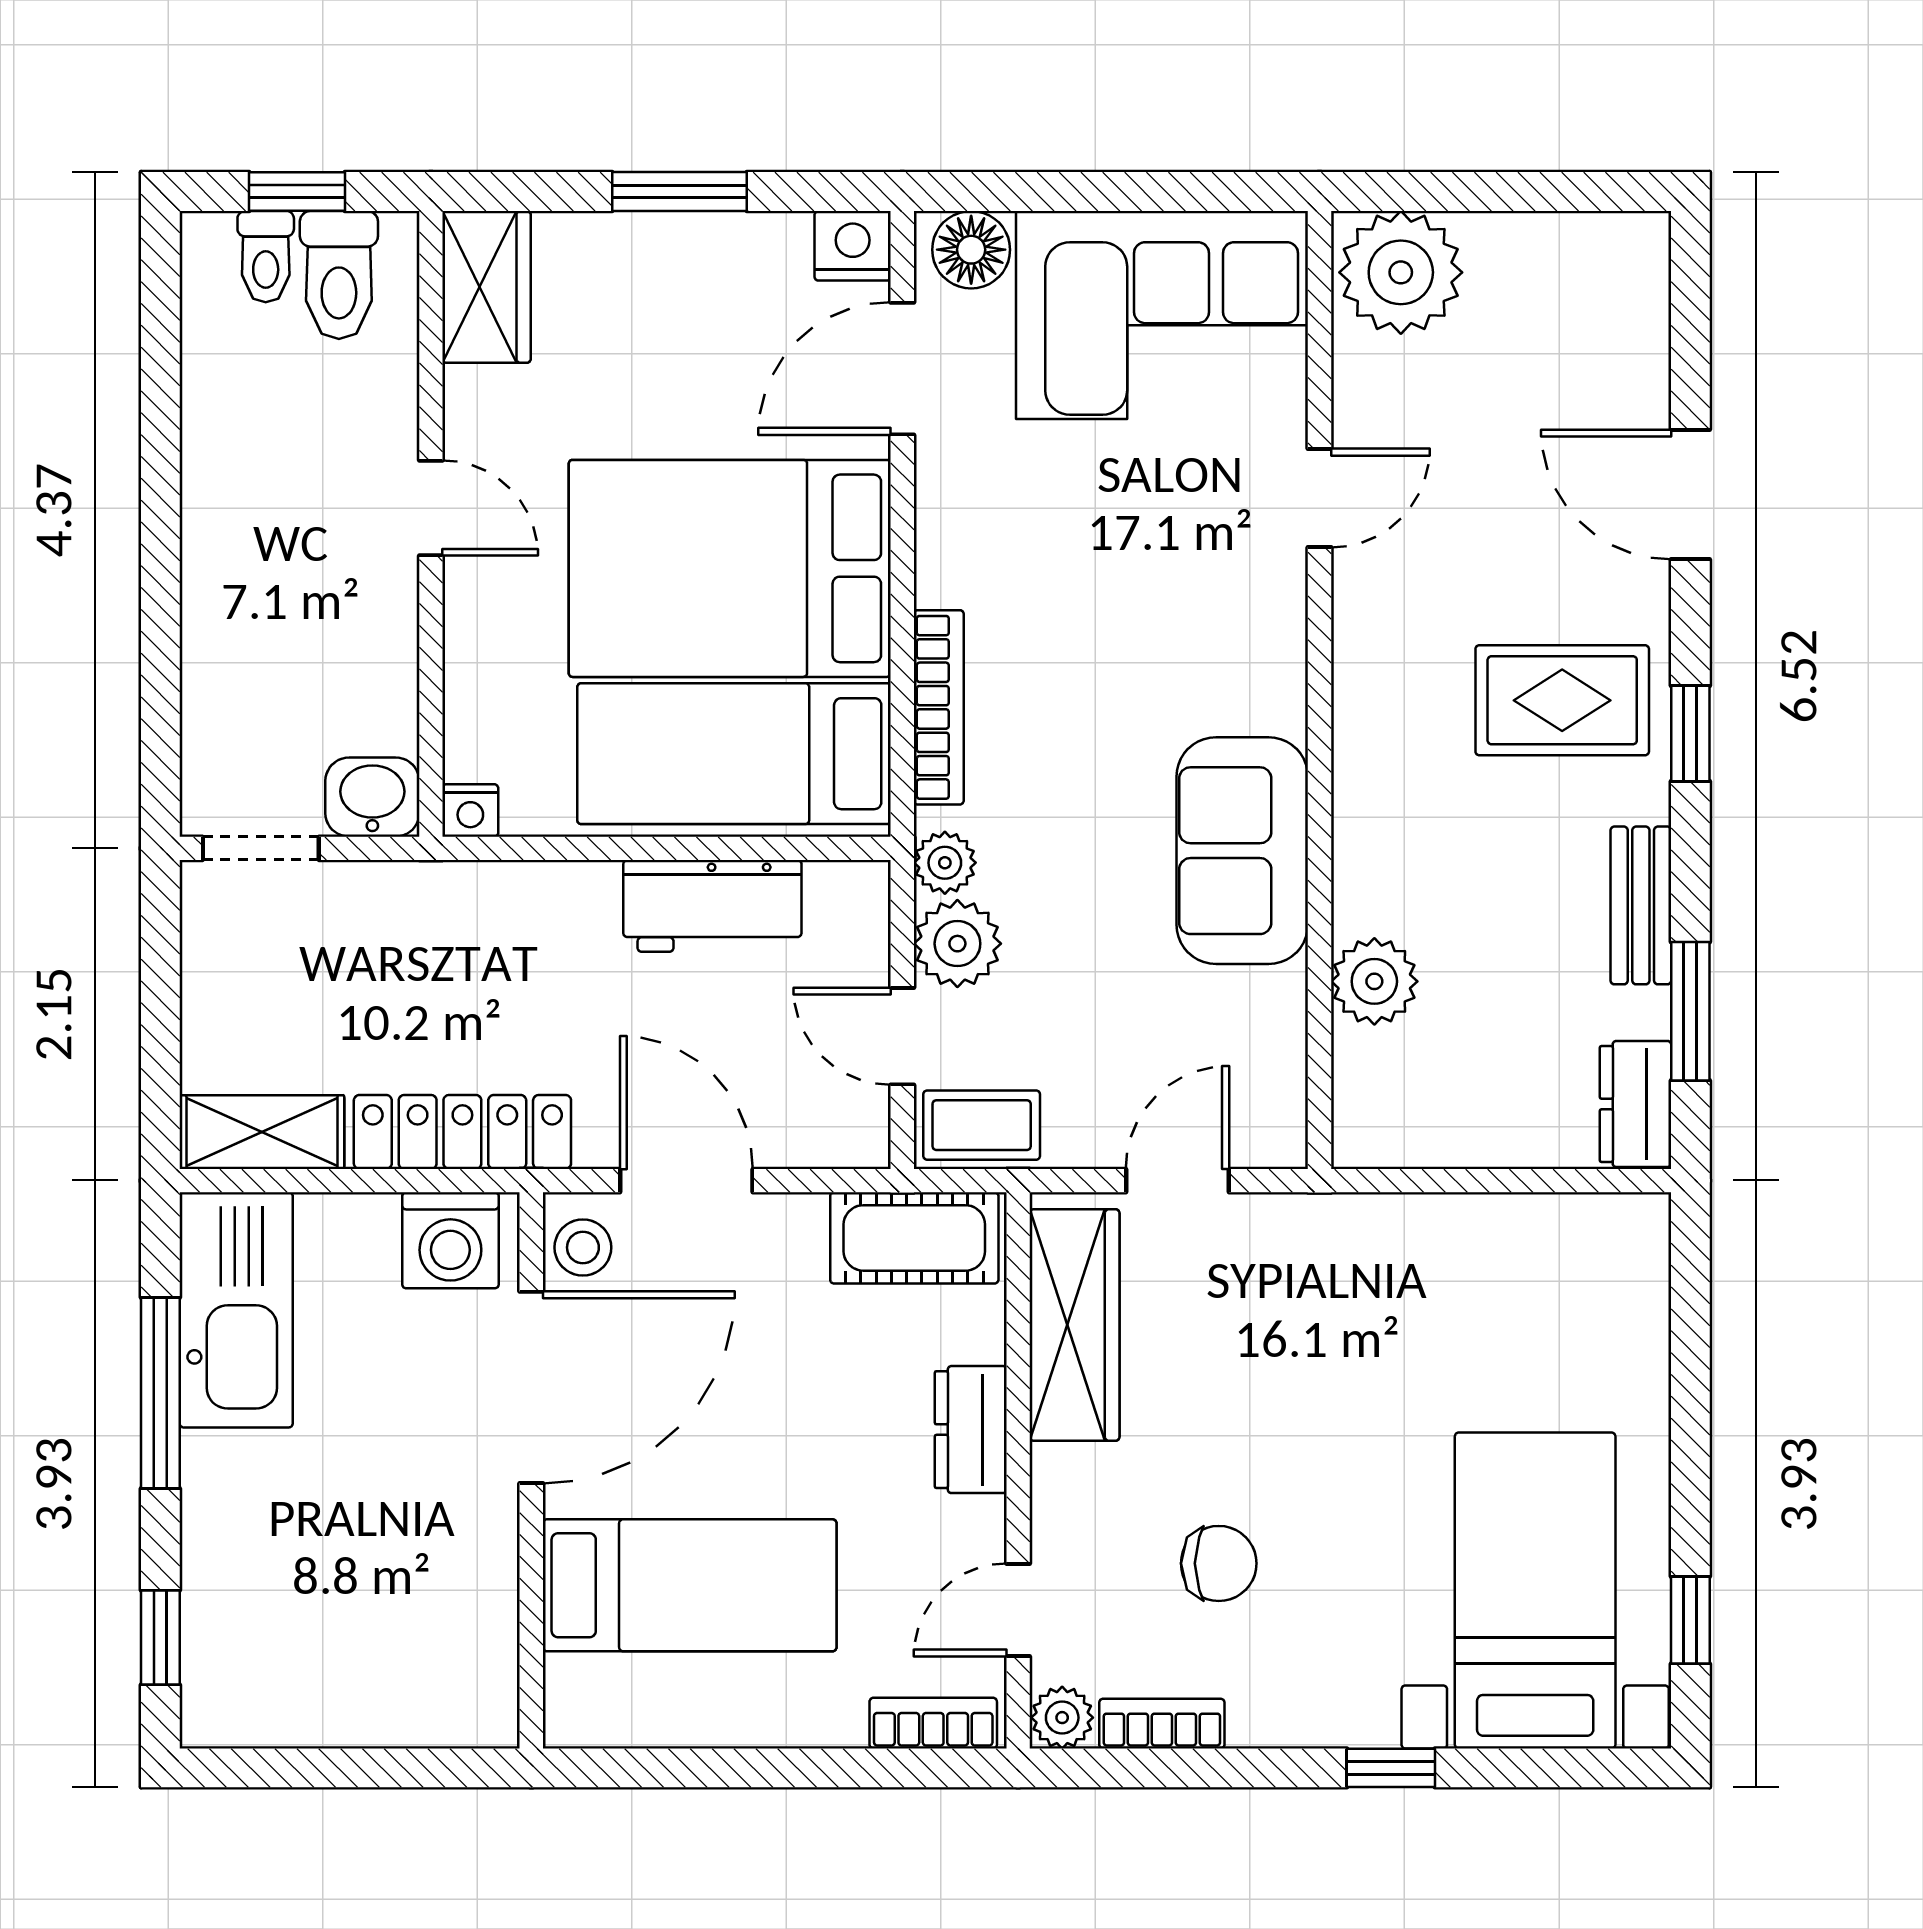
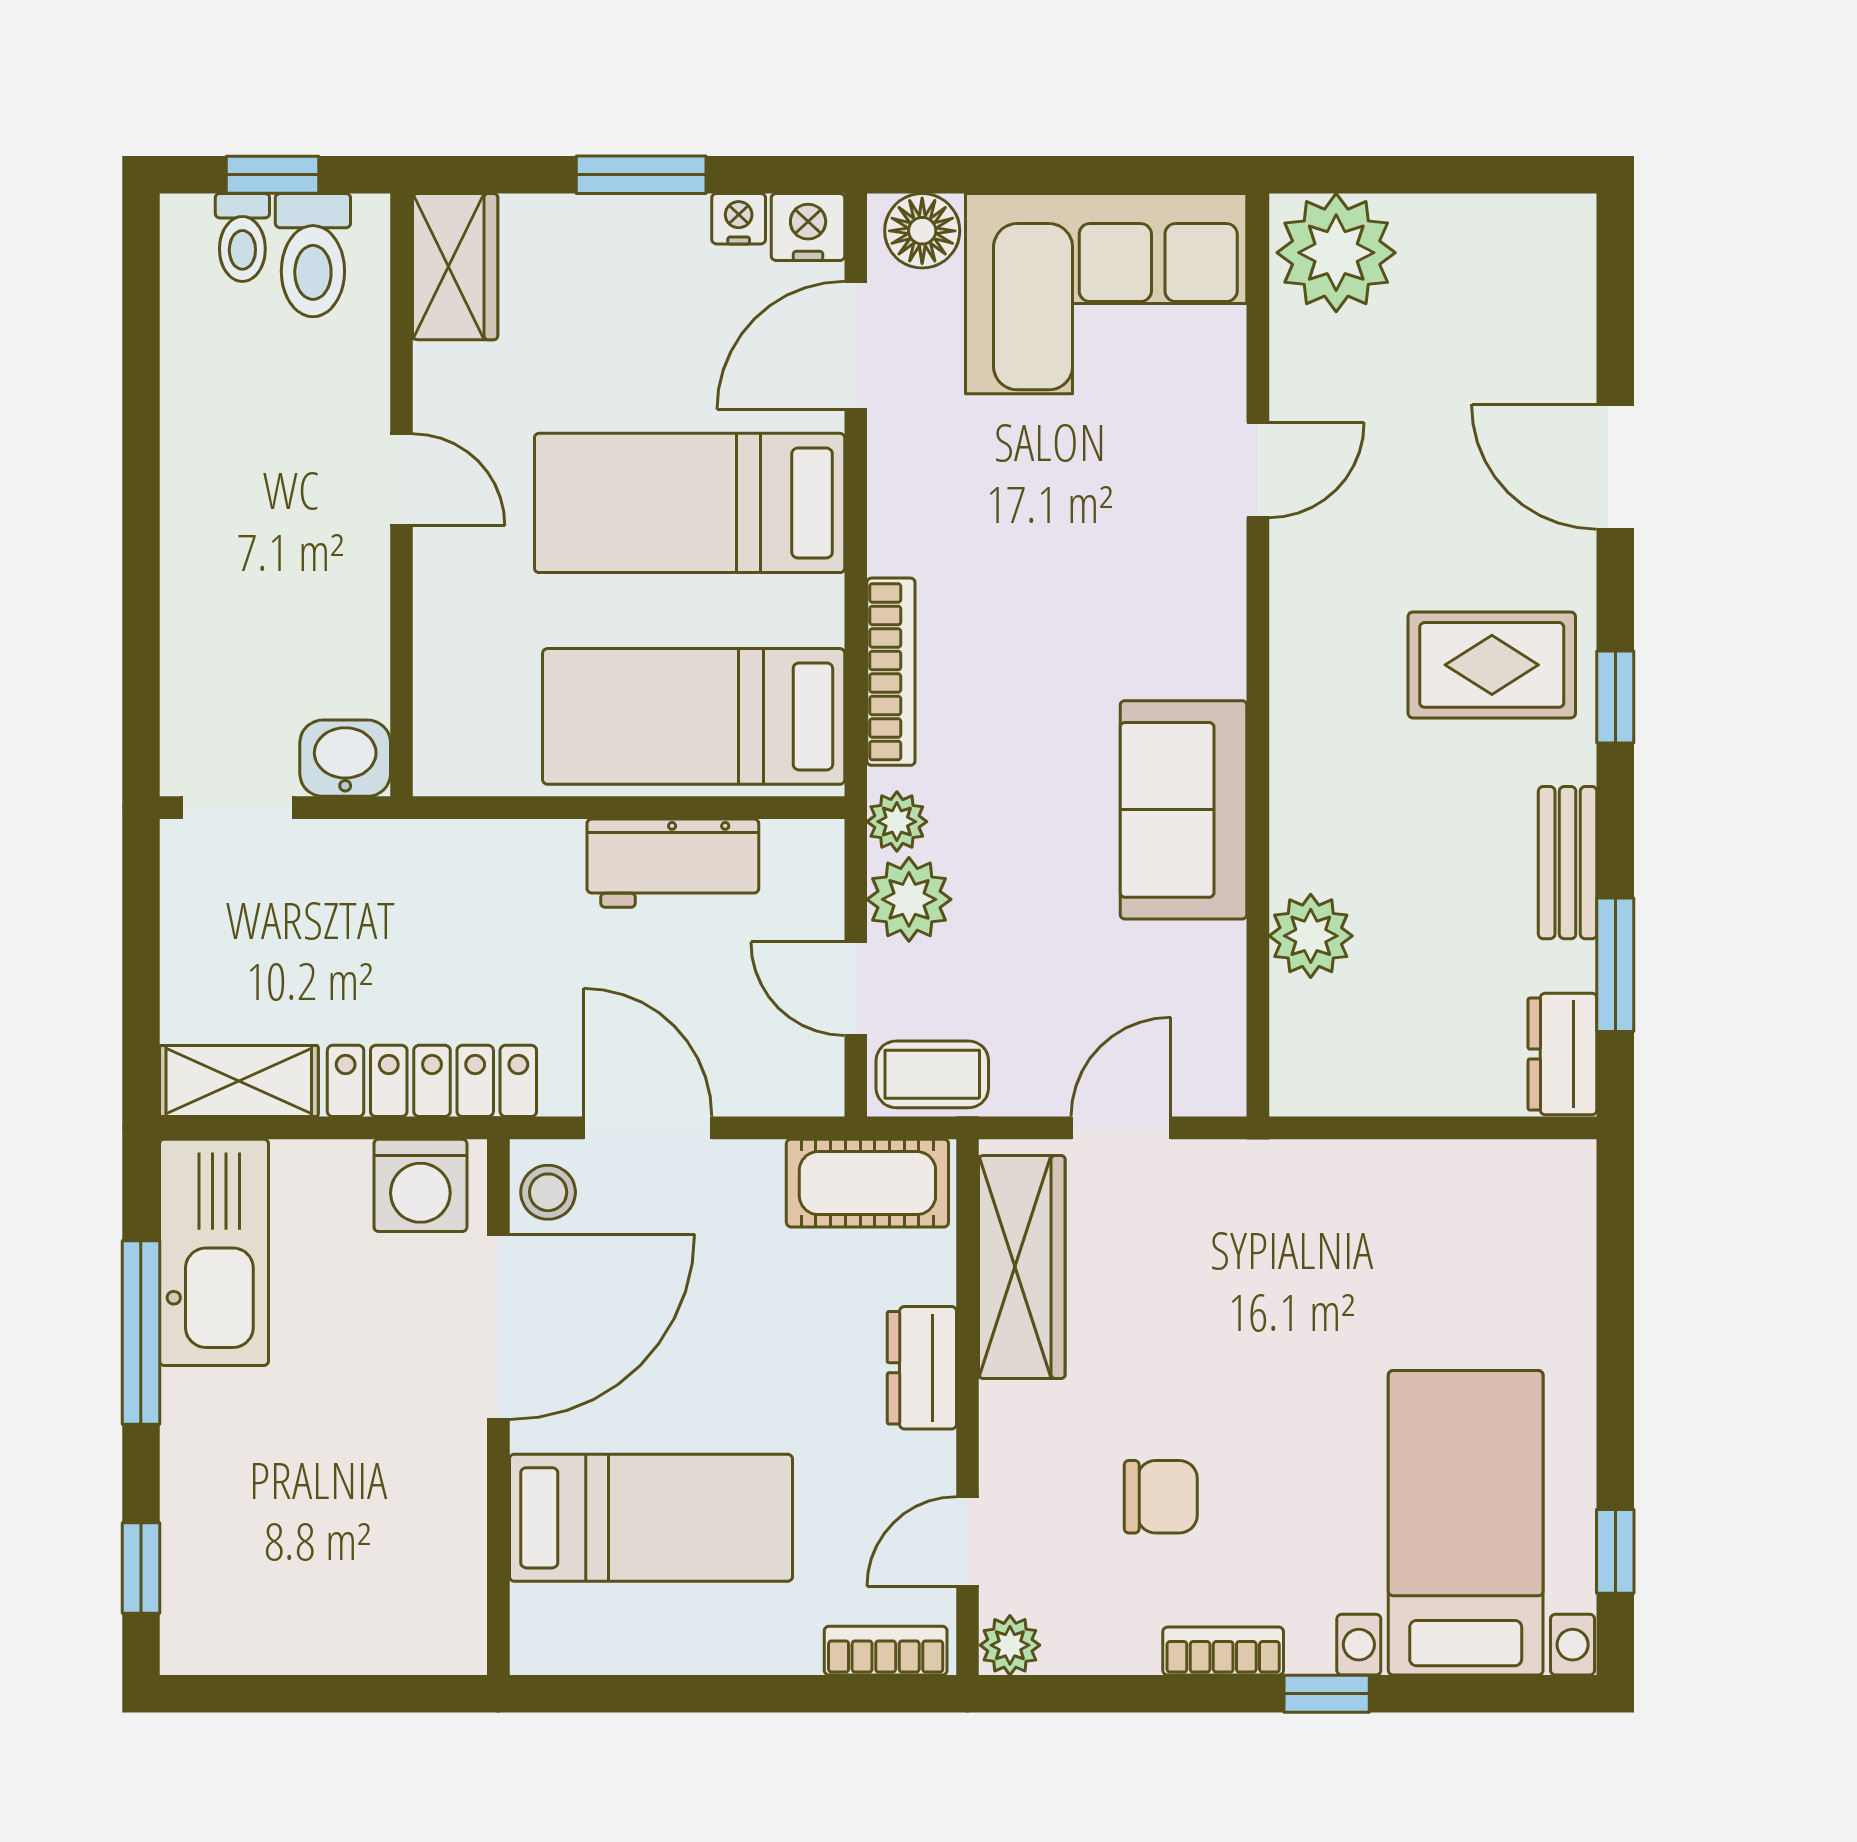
bed: (730, 568) -> (690, 503), width x0.67
nightstand: (470, 810) -> (739, 219), moved, turned 180
bookcase: (1162, 1724) -> (1223, 1651), moved

